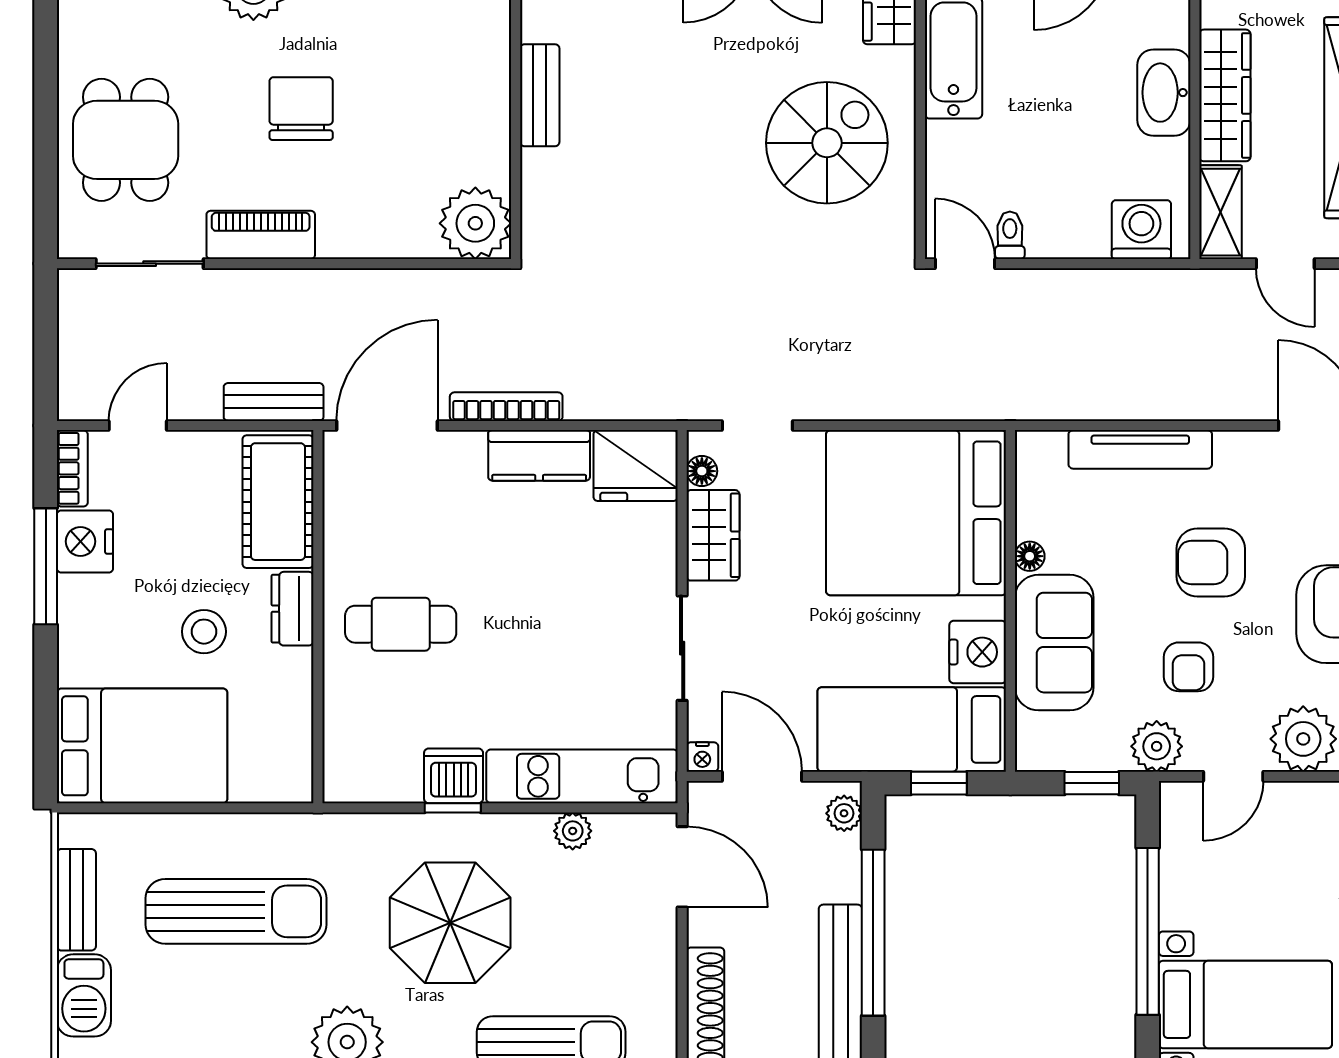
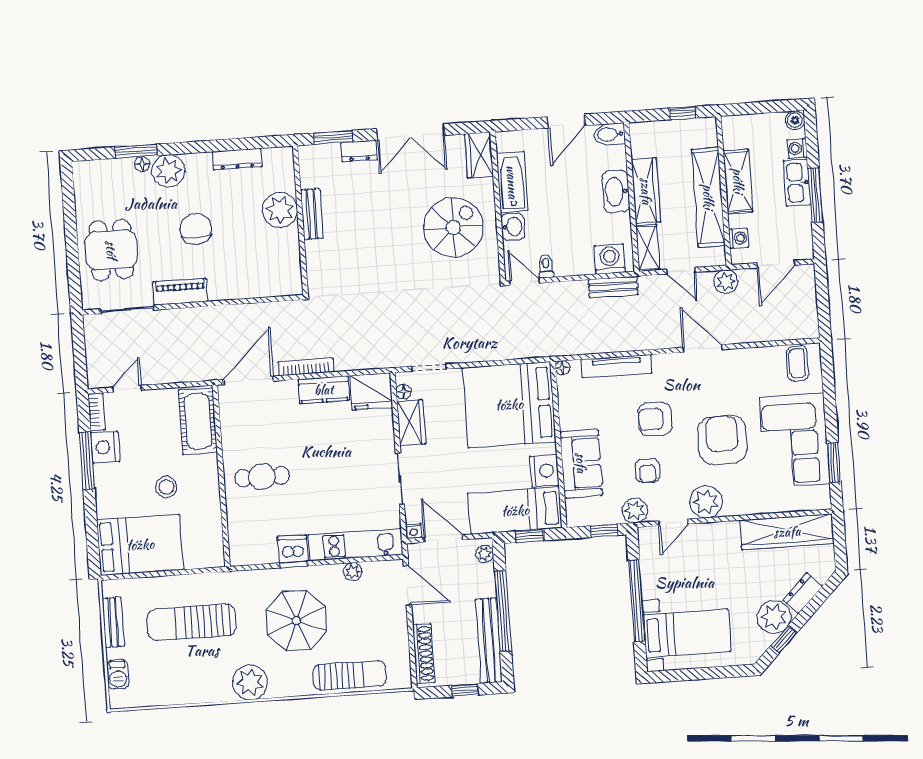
washbasin: (948, 150) -> (513, 227), added
plant: (475, 223) -> (280, 210), moved
bench: (274, 402) -> (613, 287), moved
floor lamp: (1030, 556) -> (563, 368), moved
dresser: (293, 609) -> (209, 473), removed
sun lounger: (236, 911) -> (191, 622), turned 180
barbecue: (84, 995) -> (118, 674), width x0.73, depth x0.79

